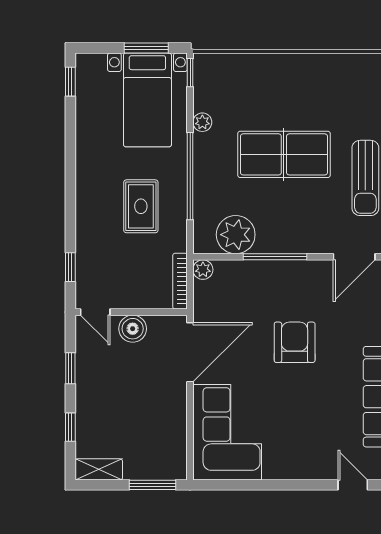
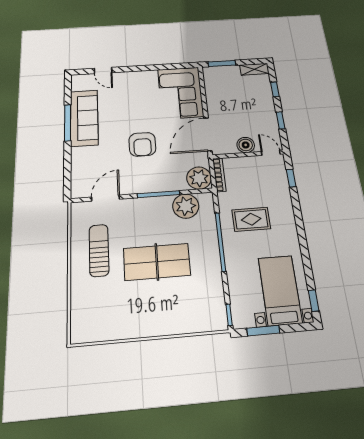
bed with nightstands: (147, 100) -> (280, 290), moved
plant: (202, 122) -> (216, 280), removed
rug: (141, 206) -> (251, 219), turned 90
plant: (203, 270) -> (199, 178), width x1.87, depth x1.87

